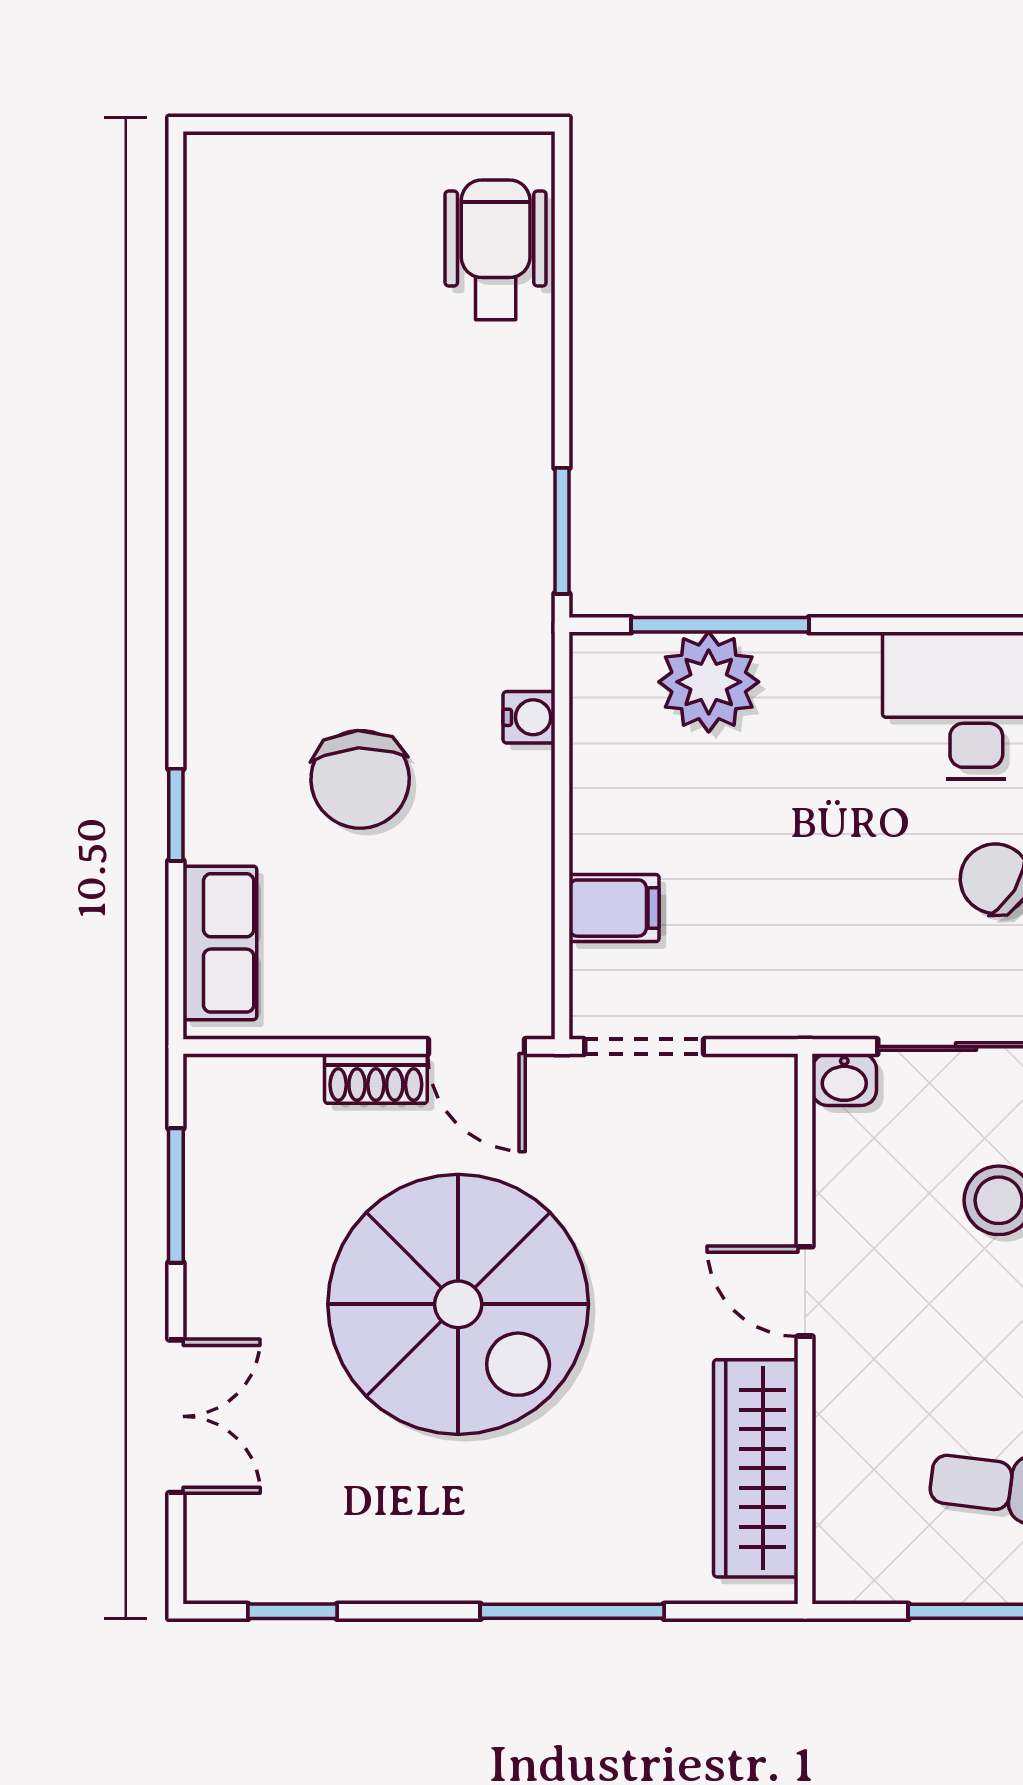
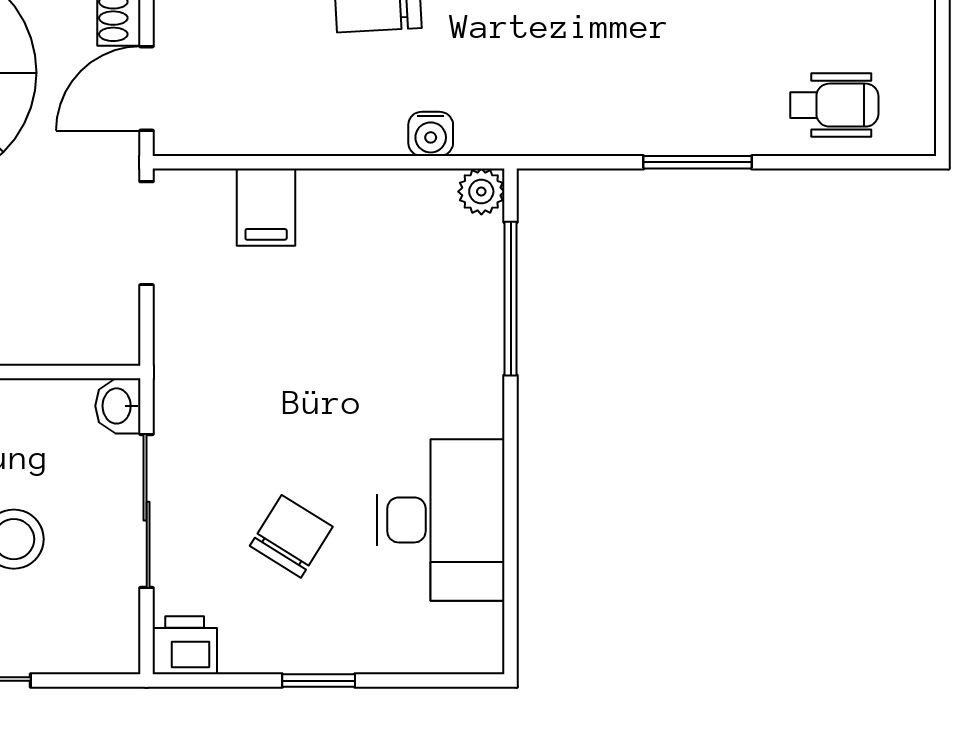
wheelchair: (496, 250) -> (834, 105), width x0.73, depth x0.73
window: (562, 531) -> (698, 162), moved
plant: (709, 682) -> (481, 192), moved, width x0.53, depth x0.53

